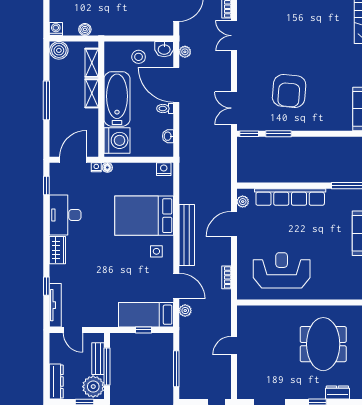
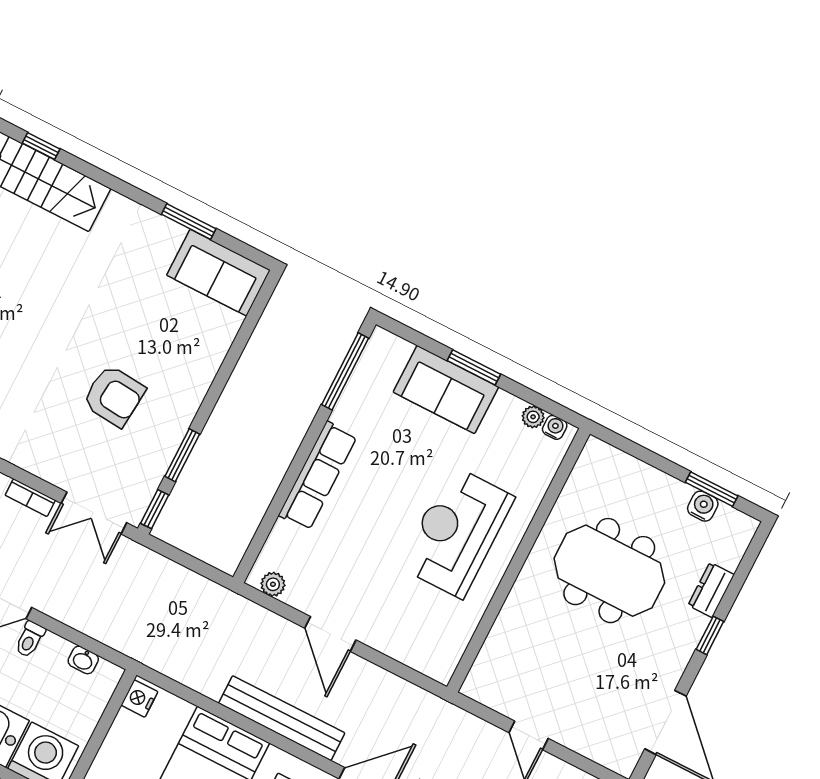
armchair: (289, 91) -> (114, 396), width x0.73, depth x0.73
row of seats: (290, 197) -> (318, 476), width x0.73
door: (234, 224) -> (330, 634), moved
reception desk: (282, 270) -> (457, 532), moved
bookcase: (226, 277) -> (30, 498), moved

